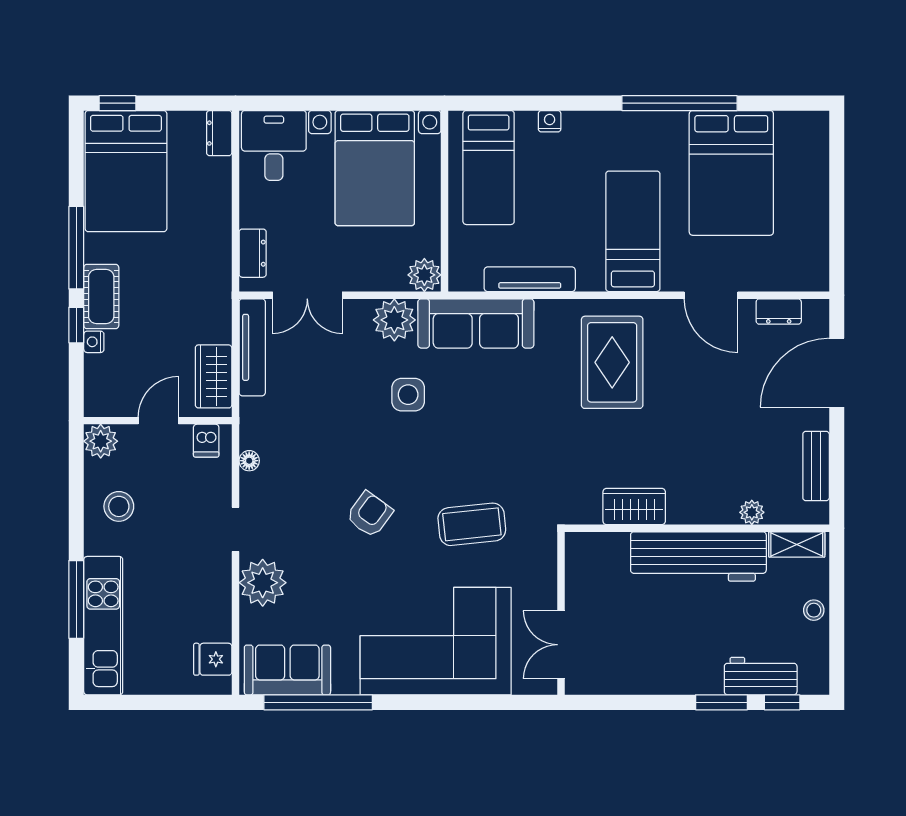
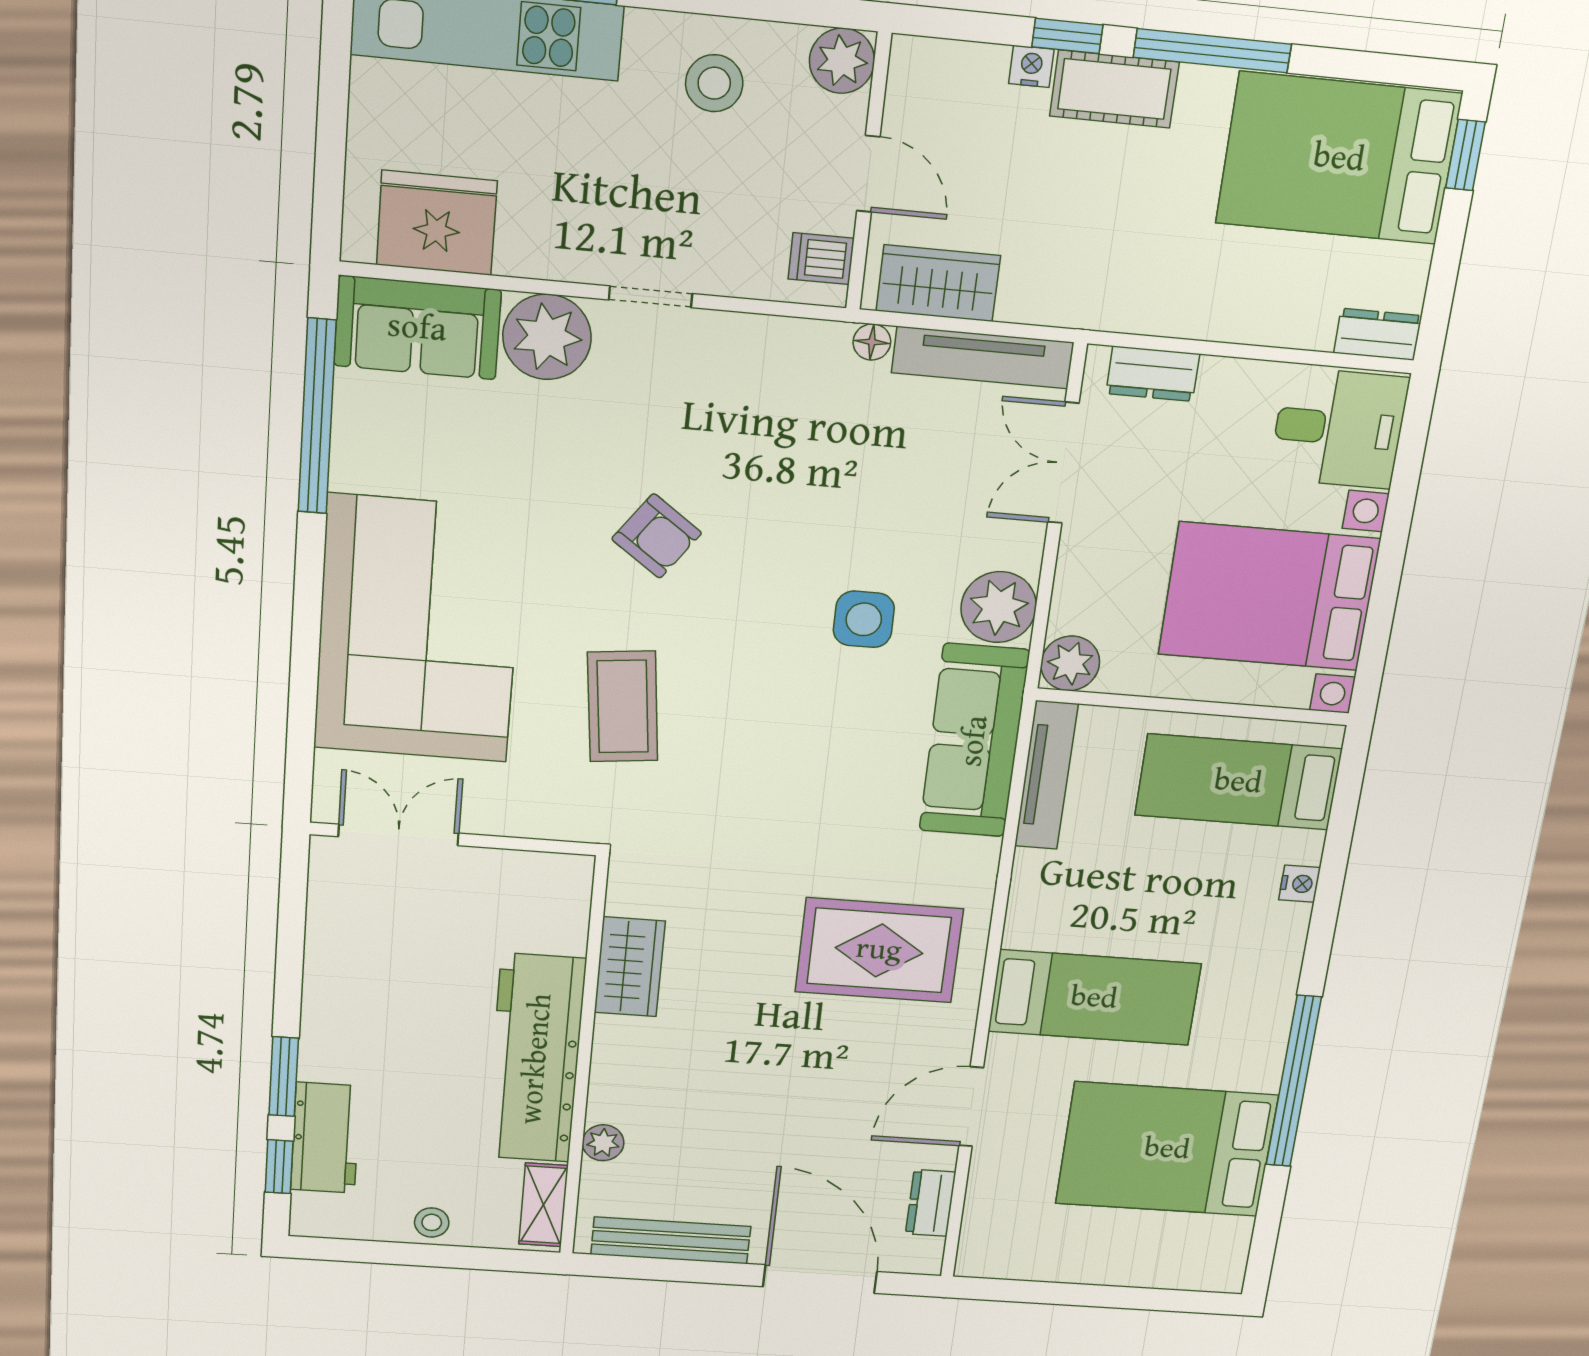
tv unit: (530, 279) -> (1046, 775), moved
floor lamp: (249, 461) -> (872, 342), moved
bench: (816, 466) -> (671, 1240), width x1.36
fridge: (213, 659) -> (437, 223), width x1.88, depth x1.34
sofa: (287, 670) -> (417, 328), moved, turned 90

